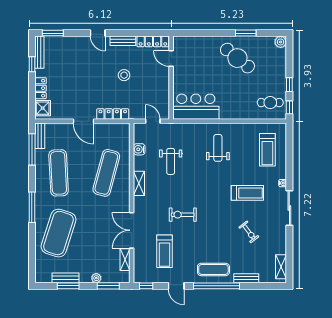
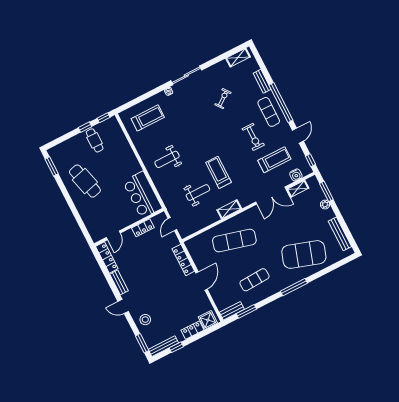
door: (98, 33) -> (123, 306), swing flipped
window: (246, 33) -> (52, 166), moved
plant: (281, 42) -> (54, 152), removed
cafe table: (237, 58) -> (85, 181), turned -54
stool: (124, 75) -> (145, 320), moved
locker: (164, 91) -> (143, 228), added
cafe table: (270, 103) -> (95, 140), moved
window: (32, 149) -> (246, 311), width x0.69
water cooler: (139, 149) -> (296, 175), moved
exercise mat: (59, 173) -> (254, 280), width x0.73, depth x0.69
treadmill: (247, 193) -> (219, 172), moved
exercise bike: (183, 215) -> (253, 137), moved
bench: (66, 278) -> (340, 234), width x1.36
window: (68, 286) -> (343, 224), removed

